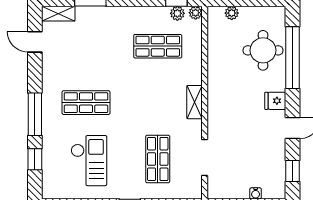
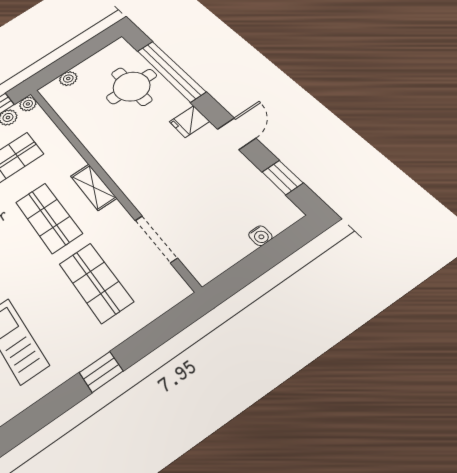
shop shelf: (158, 103) -> (48, 218), added

